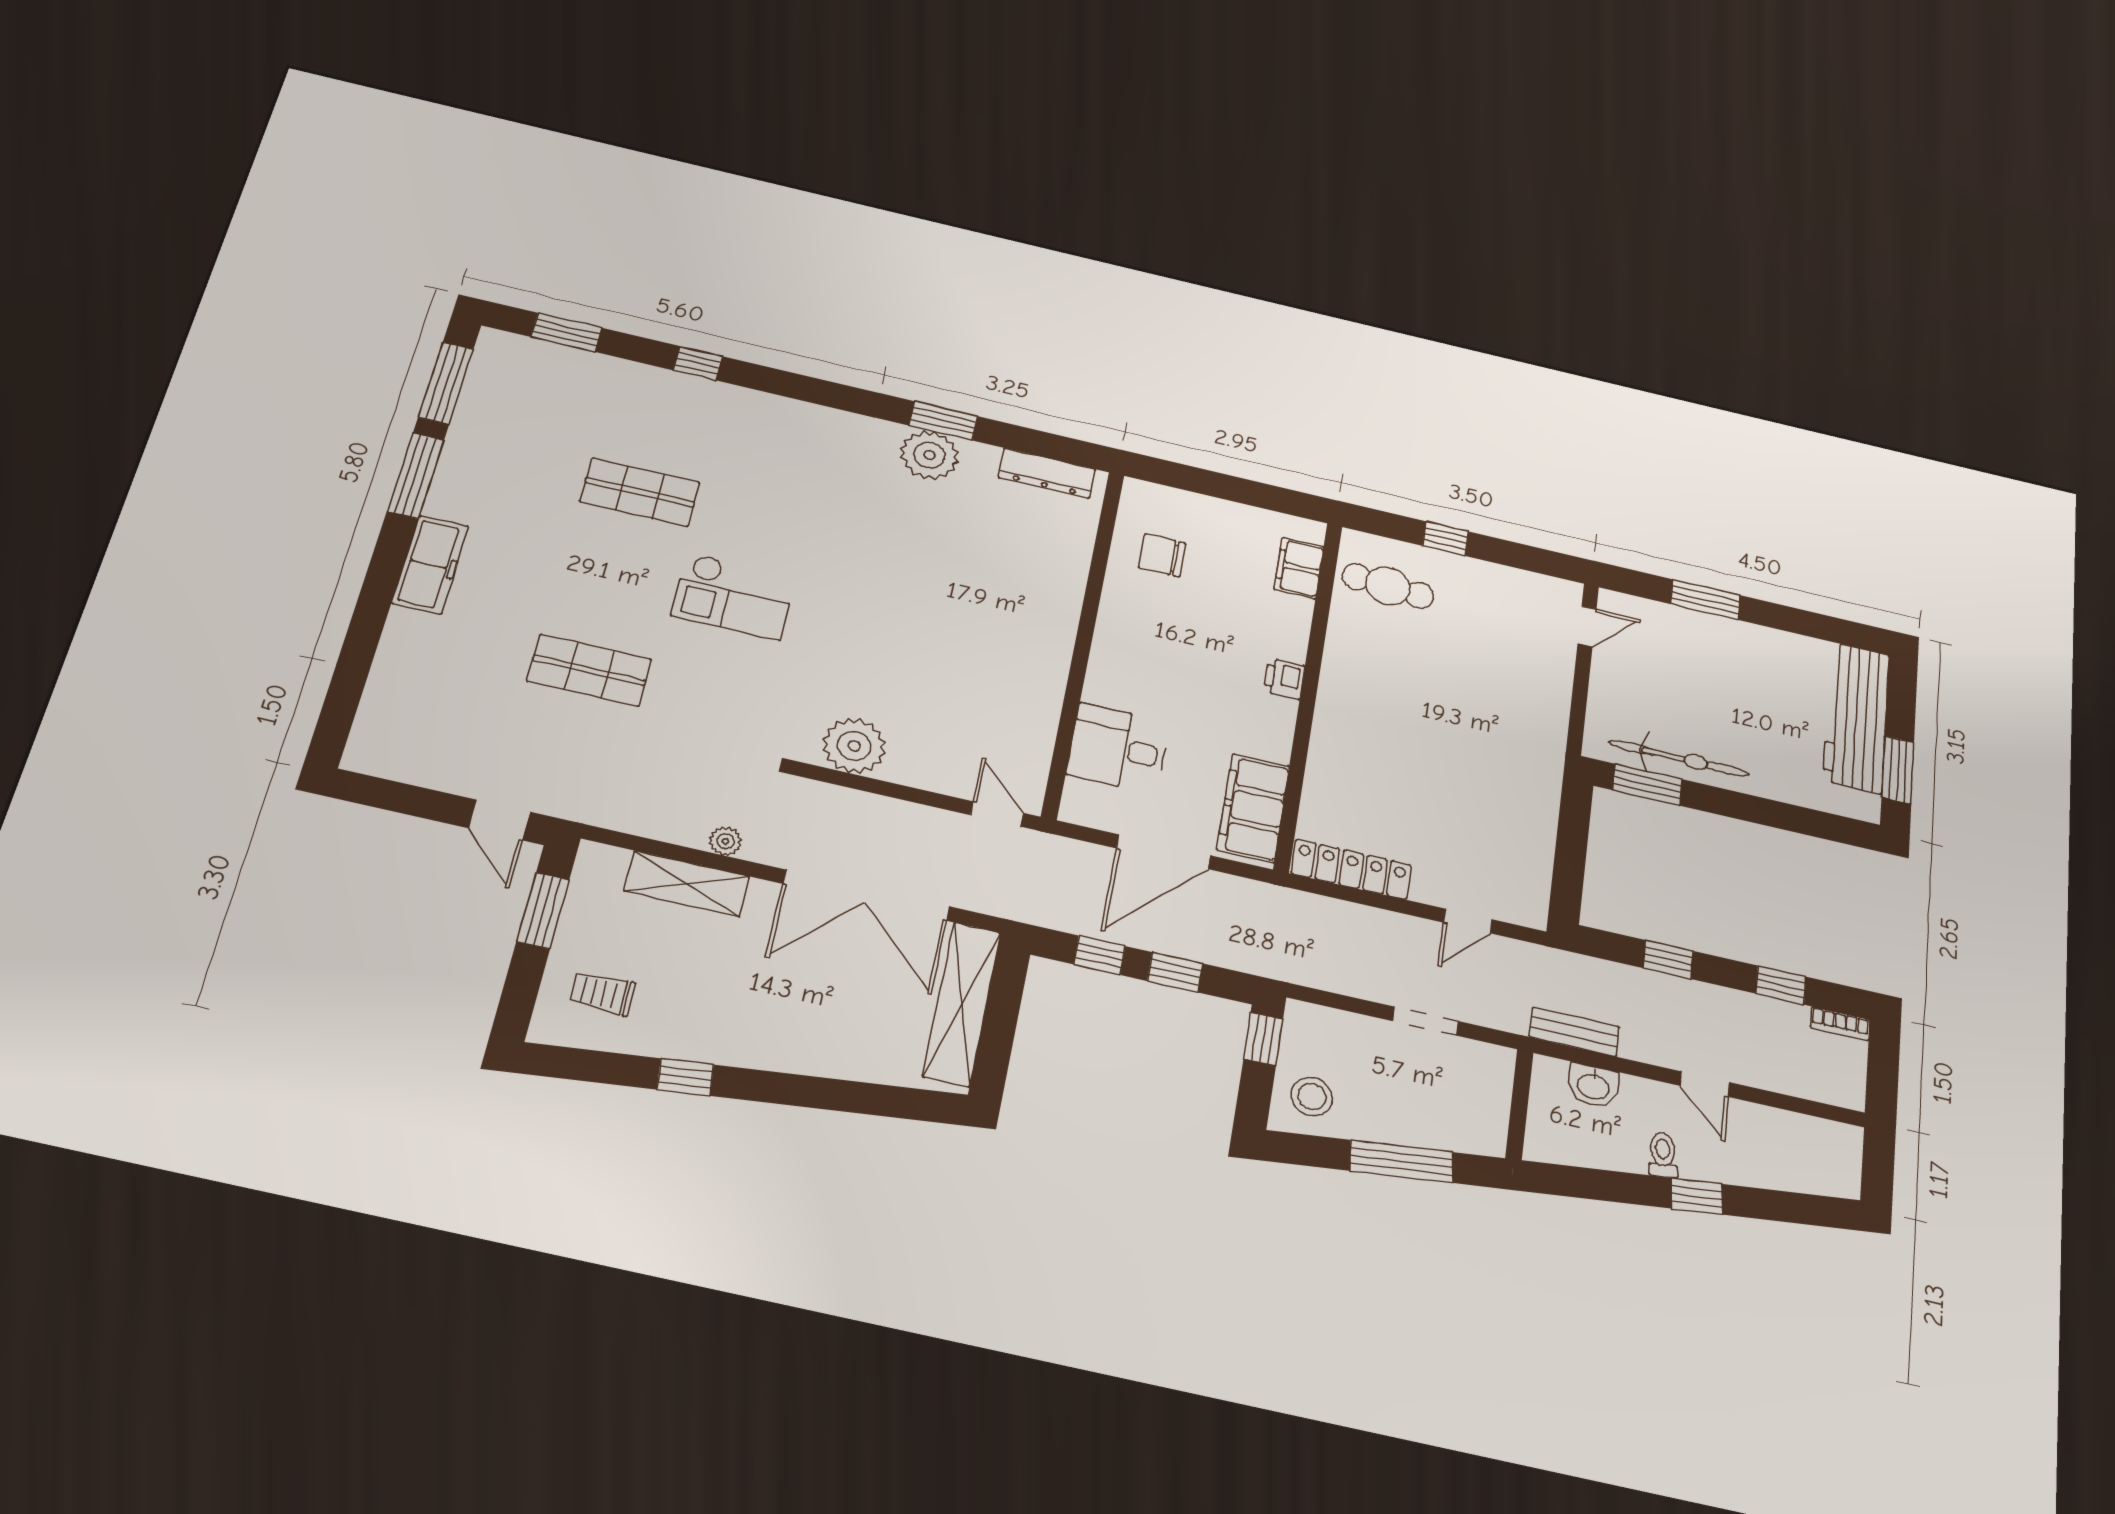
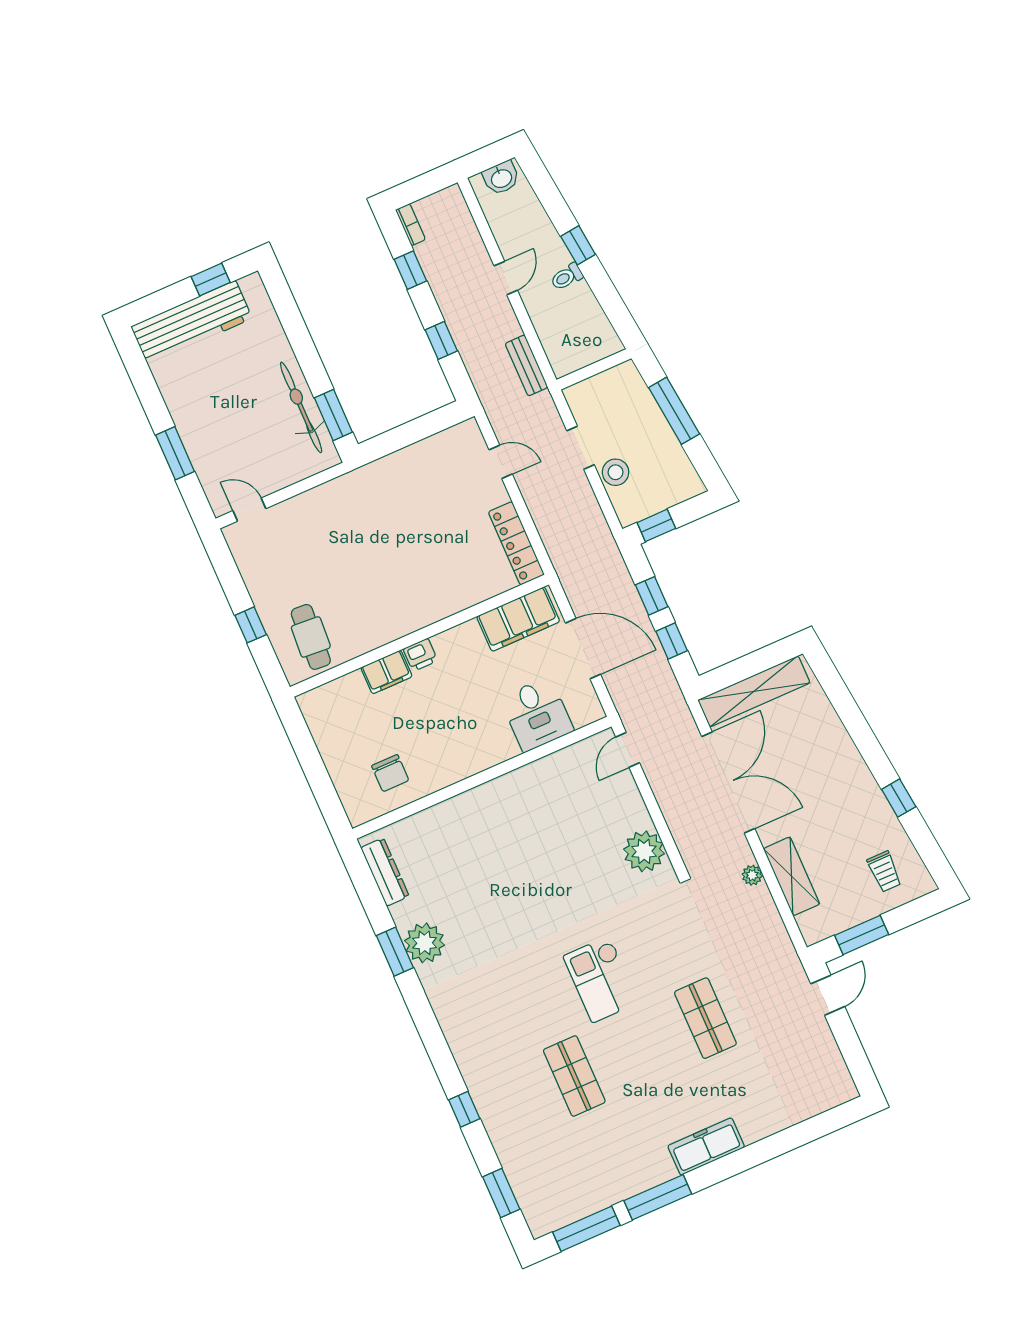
filing cabinet: (1299, 568) -> (386, 672), moved
checkout: (734, 596) -> (601, 979), turned 180
window: (1898, 770) -> (211, 280), width x0.67
washbasin: (1593, 1086) -> (501, 178), moved, turned 90
stool: (1312, 1097) -> (616, 472), moved

